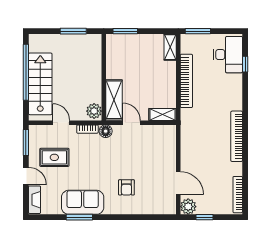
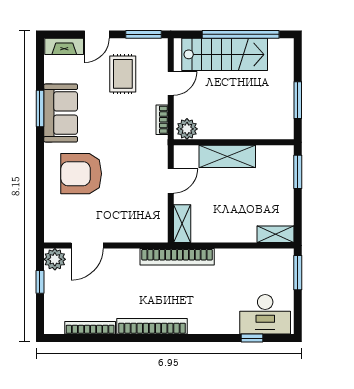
bookcase: (186, 81) -> (177, 257), moved
shelving: (114, 100) -> (227, 156), moved
floor lamp: (106, 131) -> (159, 145), removed
armchair: (126, 187) -> (81, 174), width x1.88, depth x1.88
bookcase: (238, 195) -> (90, 328), moved

